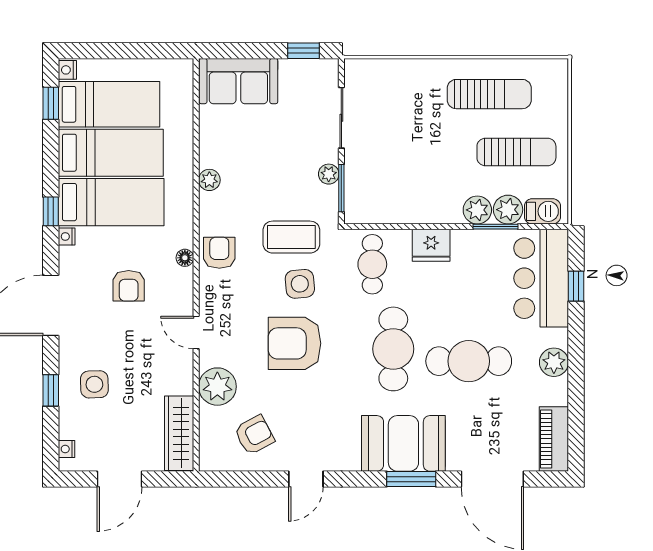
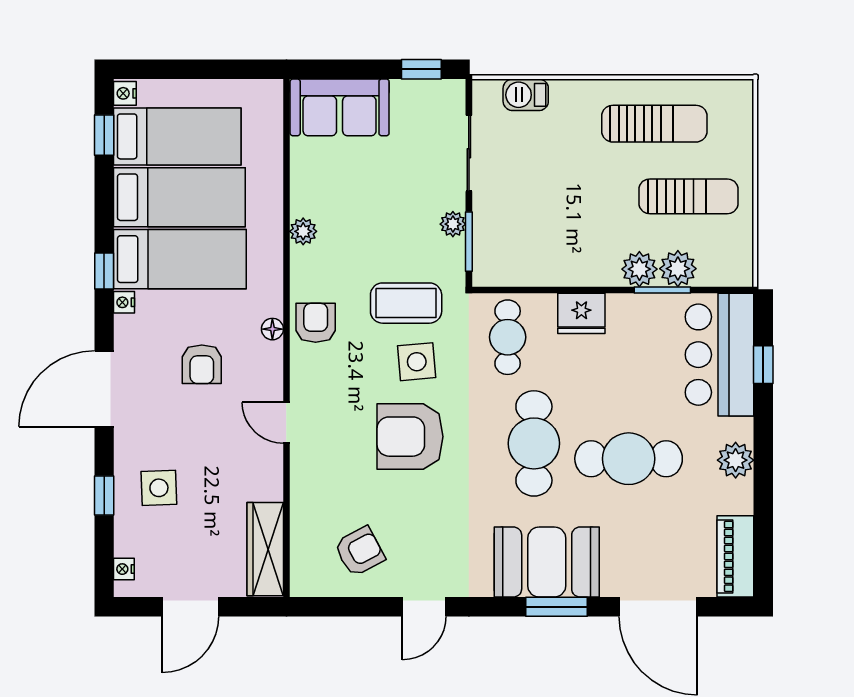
barbecue: (542, 211) -> (526, 95), moved, turned 180
plant: (217, 387) -> (313, 491), removed

